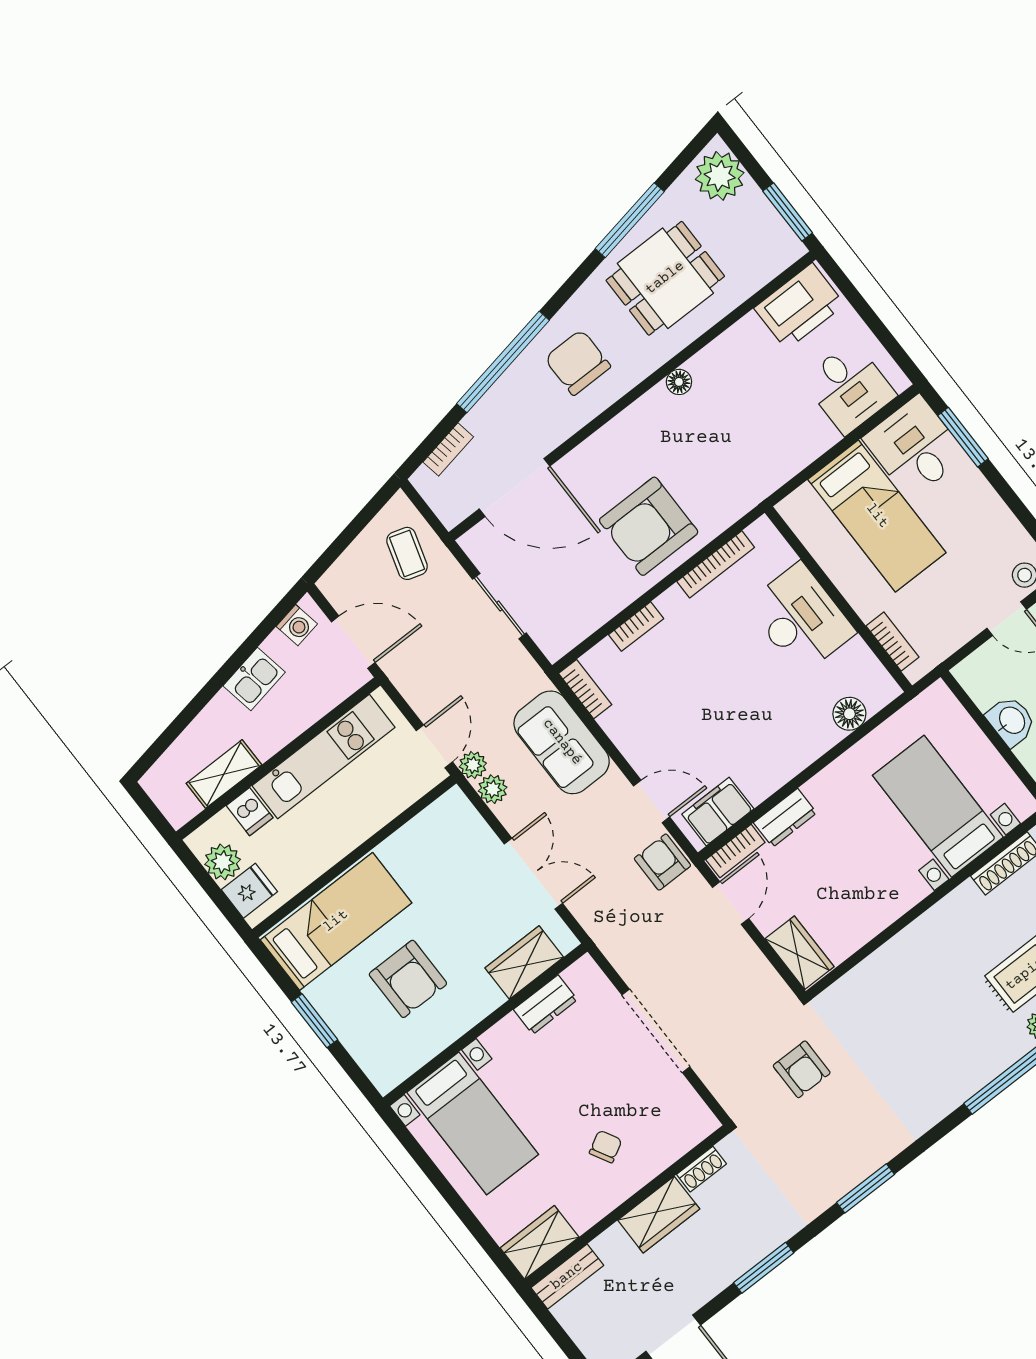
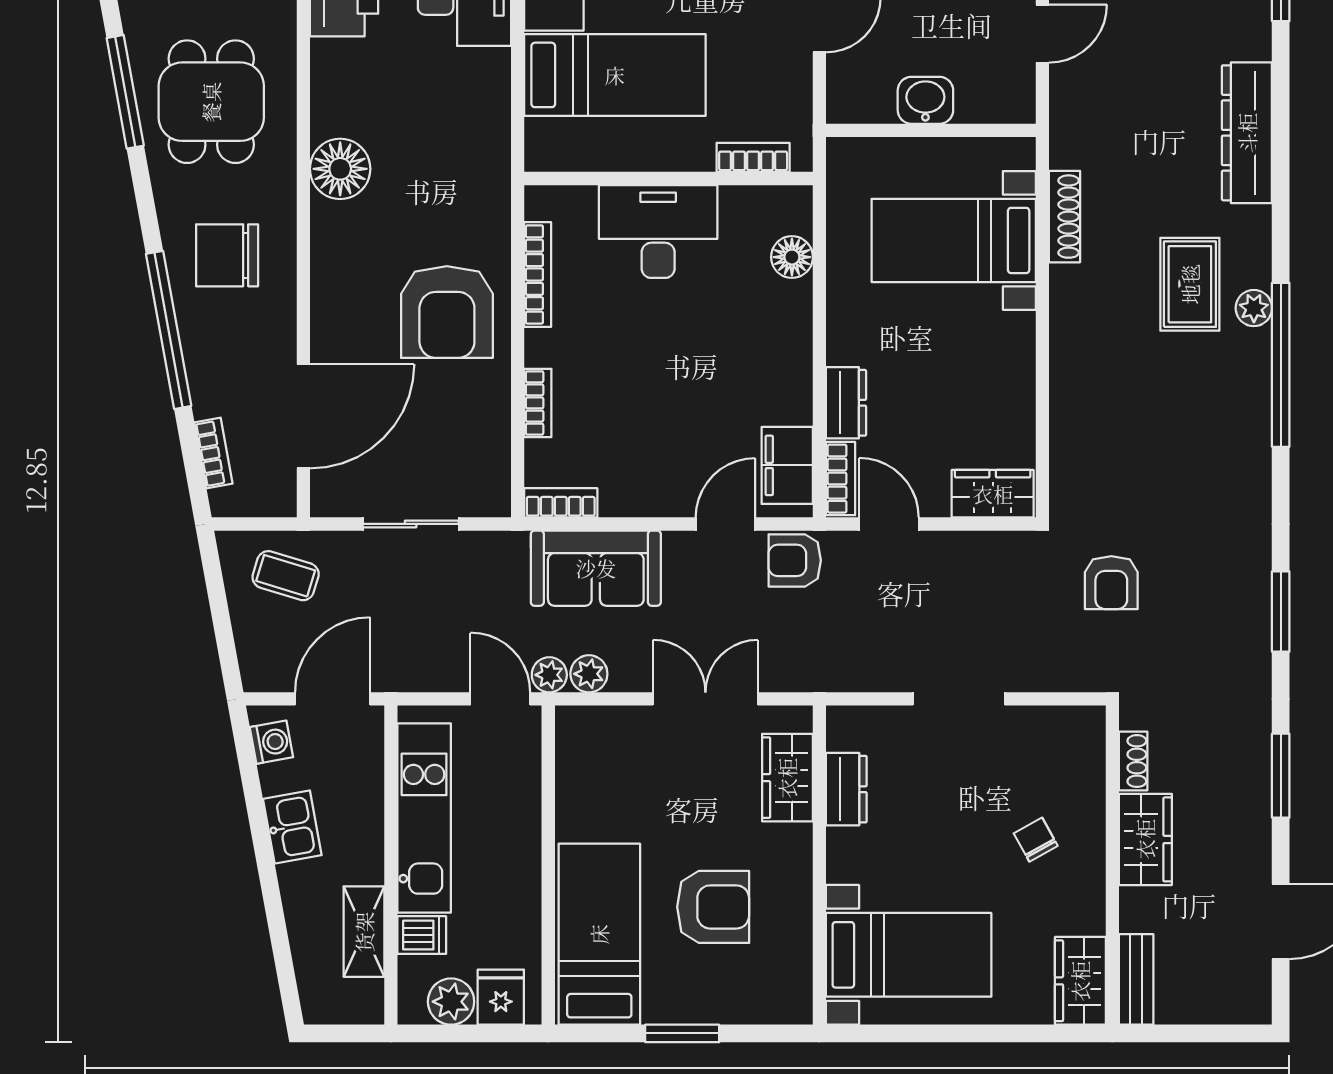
floor lamp: (679, 382) -> (340, 169), width x1.89, depth x1.89
doorway: (656, 1031) -> (959, 699), width x0.73
armchair: (802, 1069) -> (1111, 583), turned 90

